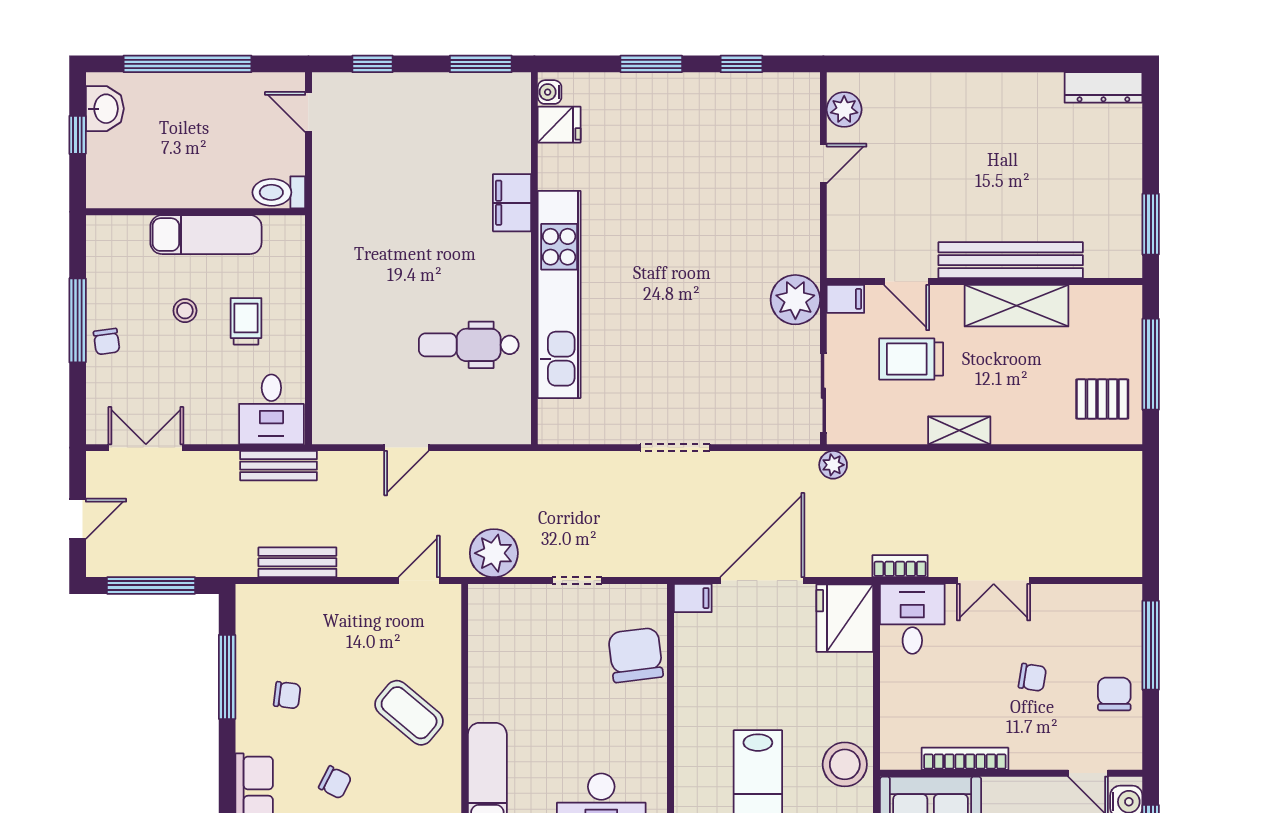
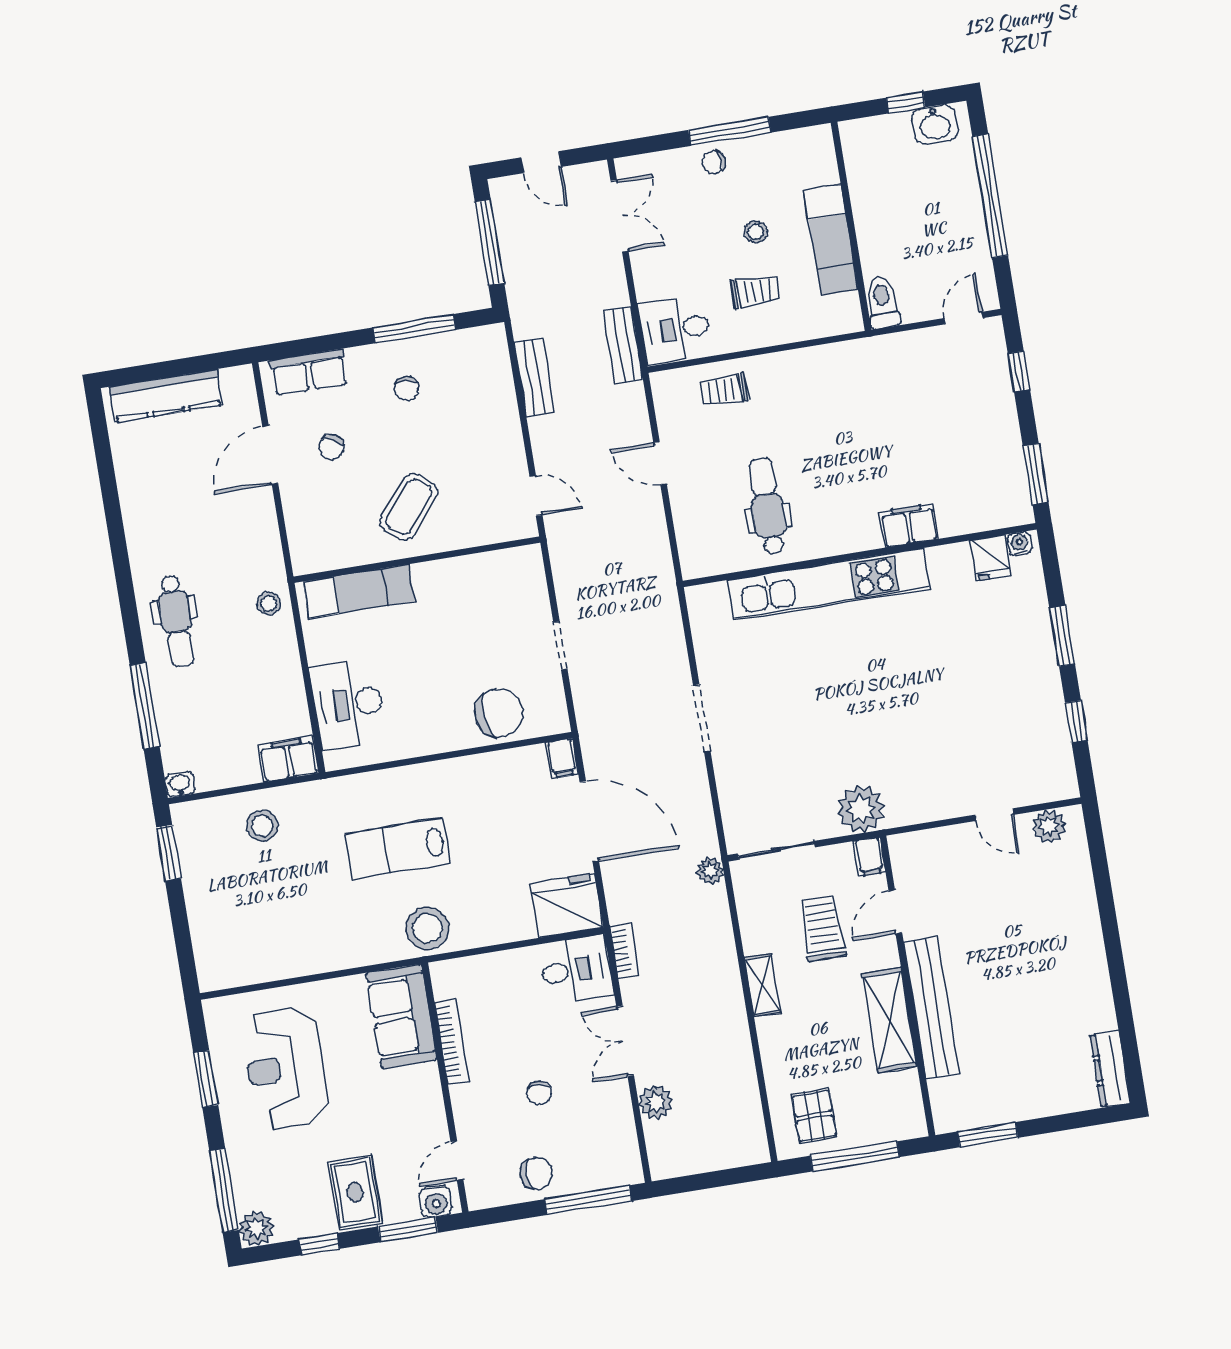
trolley: (342, 369) -> (724, 390), added
plant: (494, 553) -> (656, 1102), moved, width x0.73, depth x0.73

